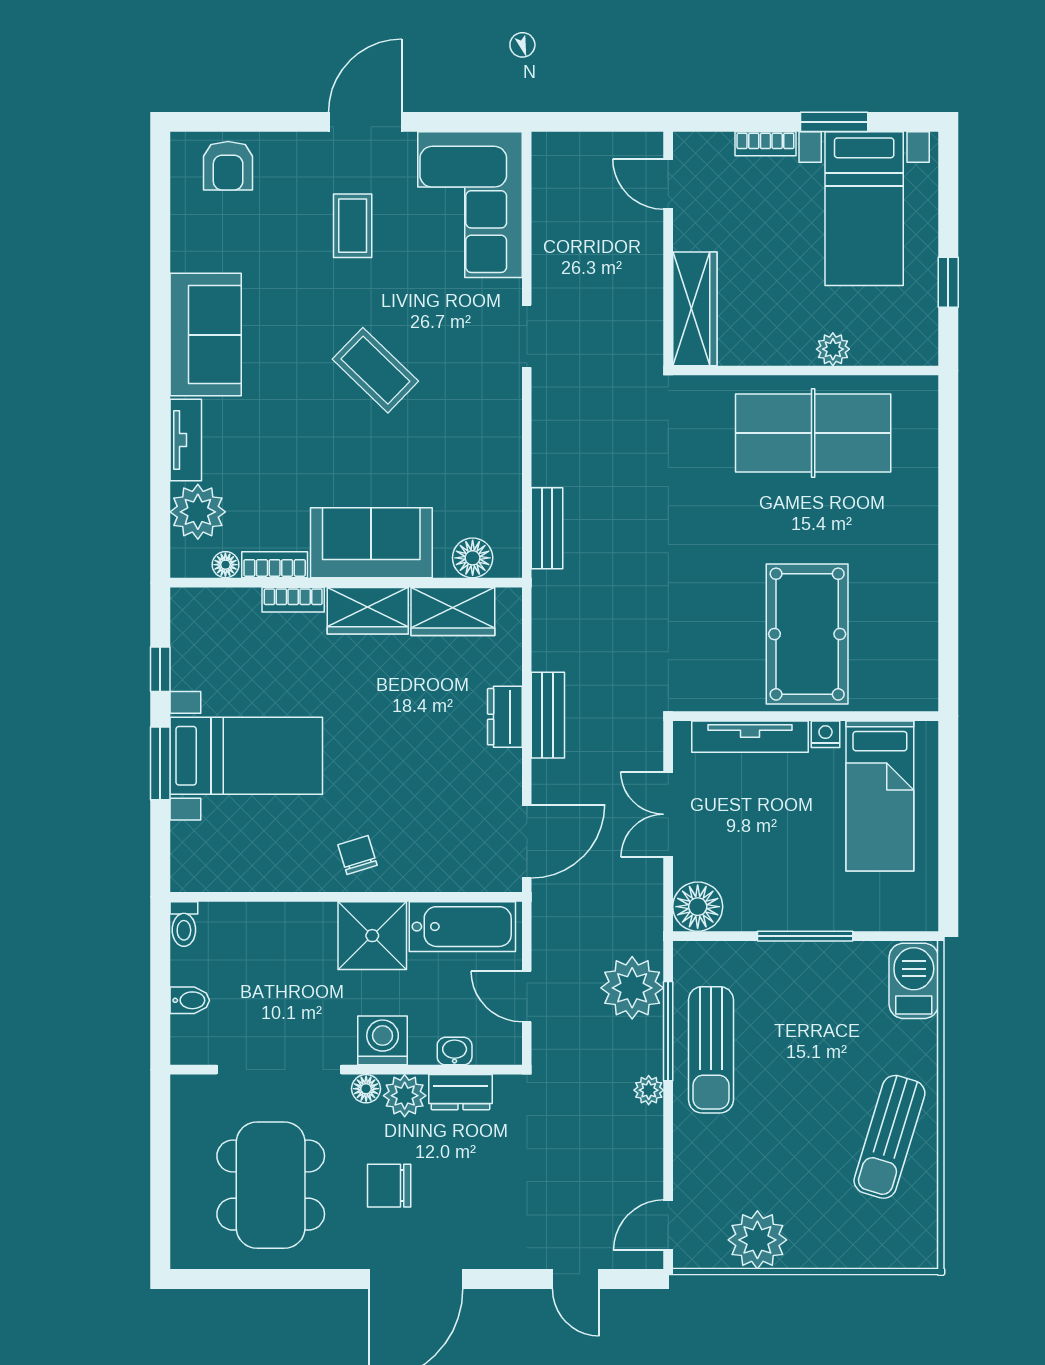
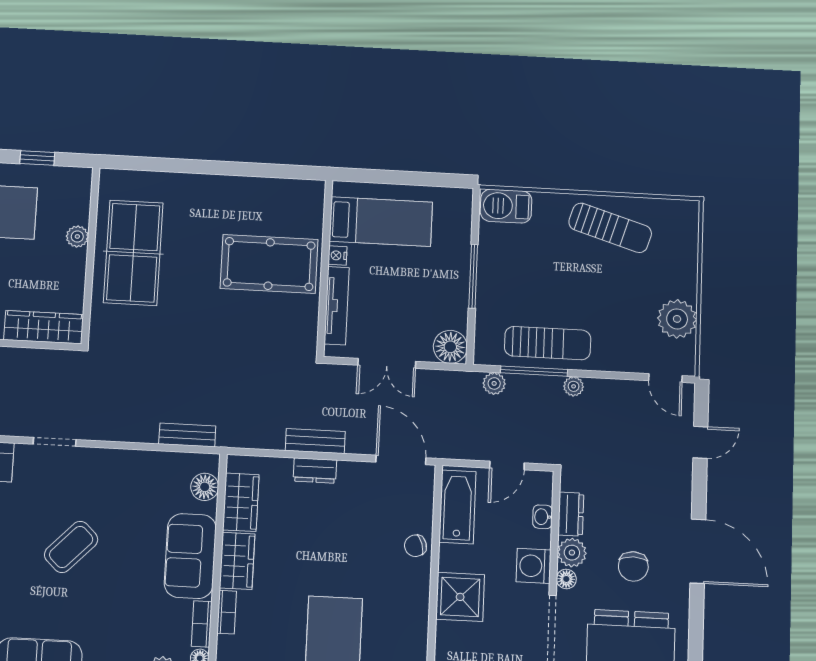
chair: (358, 855) -> (415, 546), moved
shower: (372, 936) -> (460, 597), moved
plant: (632, 988) -> (494, 383), width x0.53, depth x0.53

